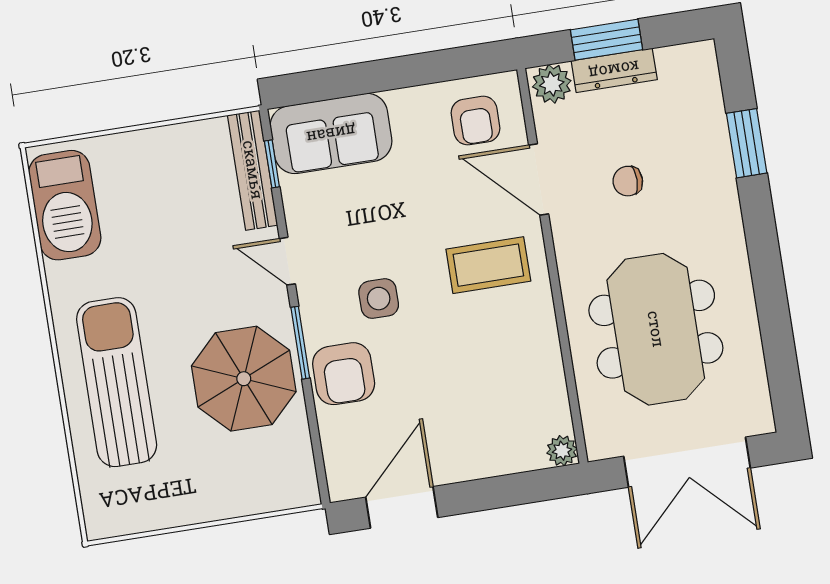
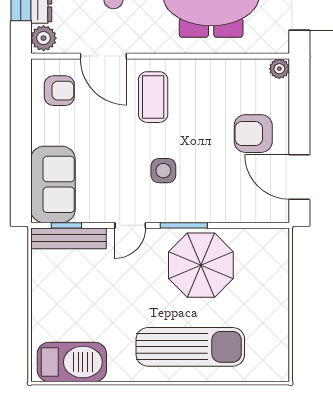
door: (539, 179) -> (103, 56), hinge flipped
armchair: (344, 374) -> (253, 134), moved, turned 180
sun lounger: (117, 382) -> (190, 347), turned 180

